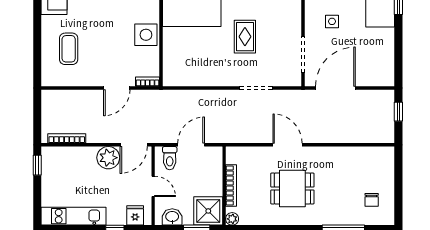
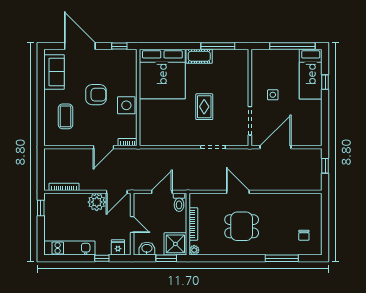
armchair: (107, 21) -> (96, 95), added
toilet: (170, 158) -> (179, 202), moved

